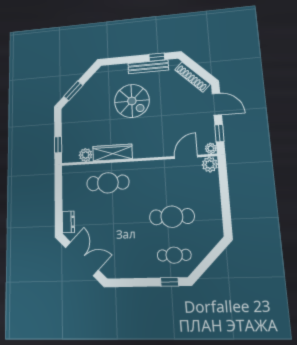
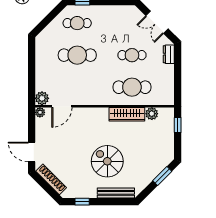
bench: (148, 67) -> (116, 193), moved
window: (219, 133) -> (32, 125), removed
cafe table: (109, 219) -> (132, 55), added
double door: (82, 259) -> (157, 22), width x0.73

